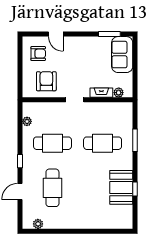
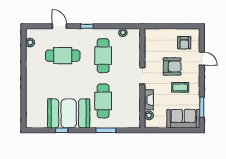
door: (56, 34) -> (202, 59), swing flipped
coffee table: (88, 58) -> (180, 87), added
armchair: (46, 81) -> (172, 66), moved
booth: (121, 187) -> (69, 113), width x1.36, depth x1.42

